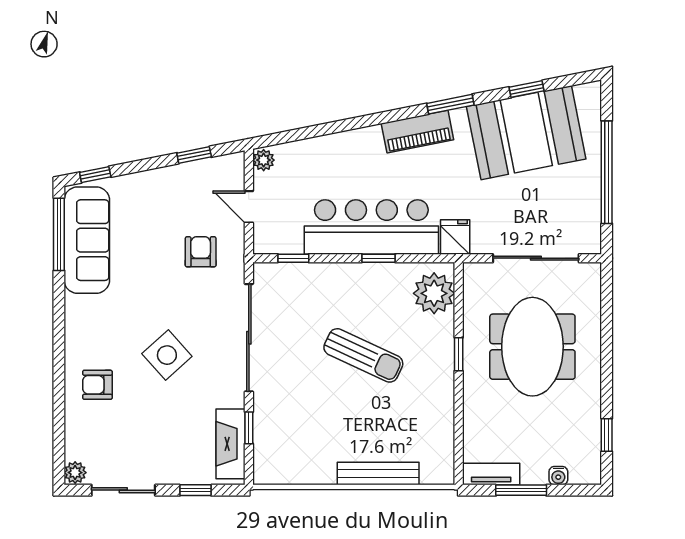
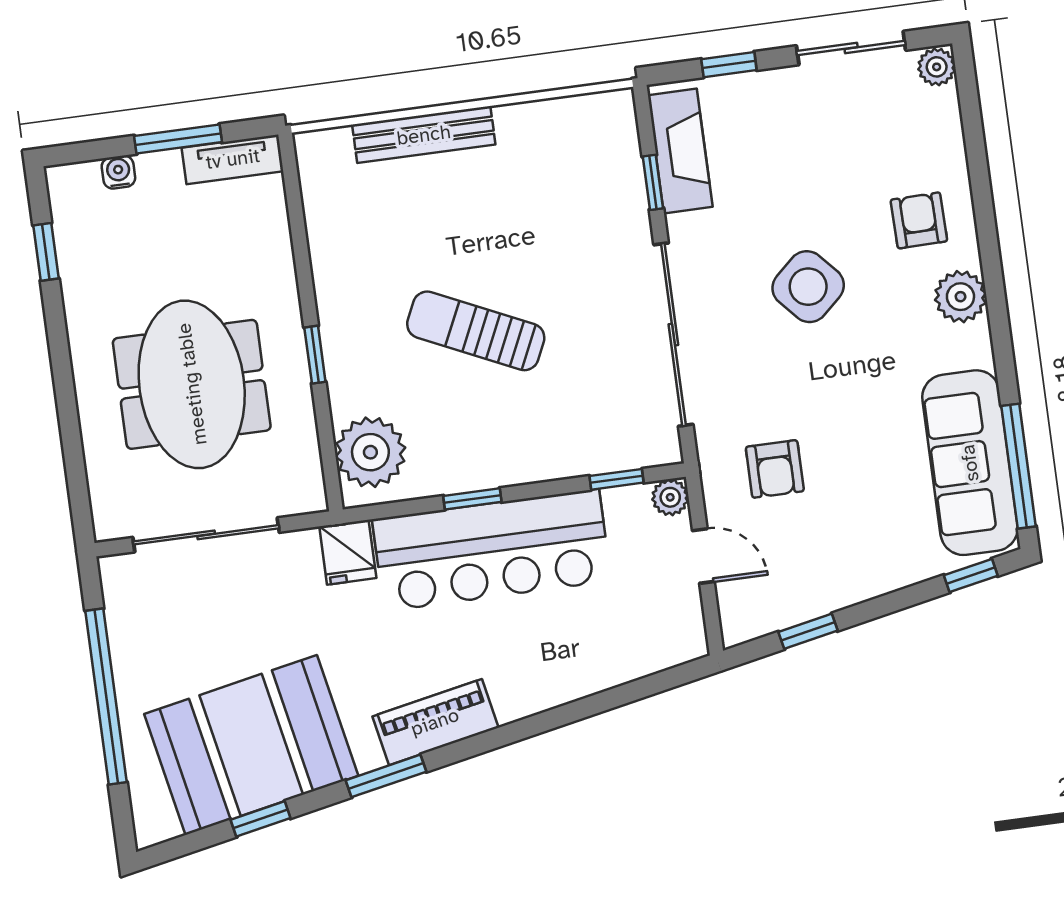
plant: (264, 160) -> (670, 497), moved
plant: (79, 337) -> (960, 297), added
armchair: (97, 385) -> (919, 220), turned -91

